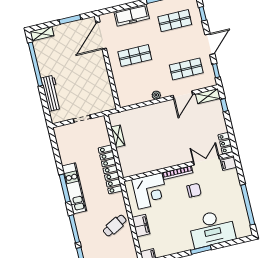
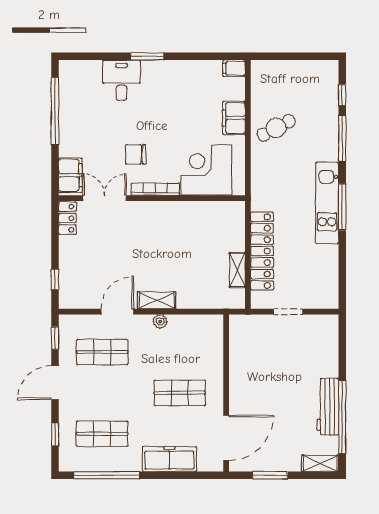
workbench: (51, 93) -> (328, 407), moved
shelving: (208, 96) -> (157, 300), moved
double door: (206, 160) -> (105, 198), swing flipped
filing cabinet: (229, 164) -> (70, 175), width x2.00
locker: (110, 169) -> (262, 251), moved
desk: (212, 229) -> (121, 80), width x0.53, depth x0.77

